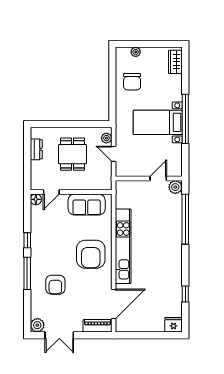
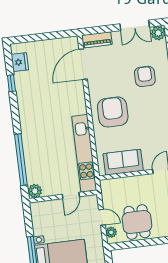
dining table: (72, 154) -> (137, 222), moved
door: (158, 178) -> (71, 196), moved
kitchen unit: (123, 246) -> (84, 153), moved
fridge: (174, 325) -> (20, 62), moved, turned -90
double door: (59, 335) -> (135, 25), swing flipped

